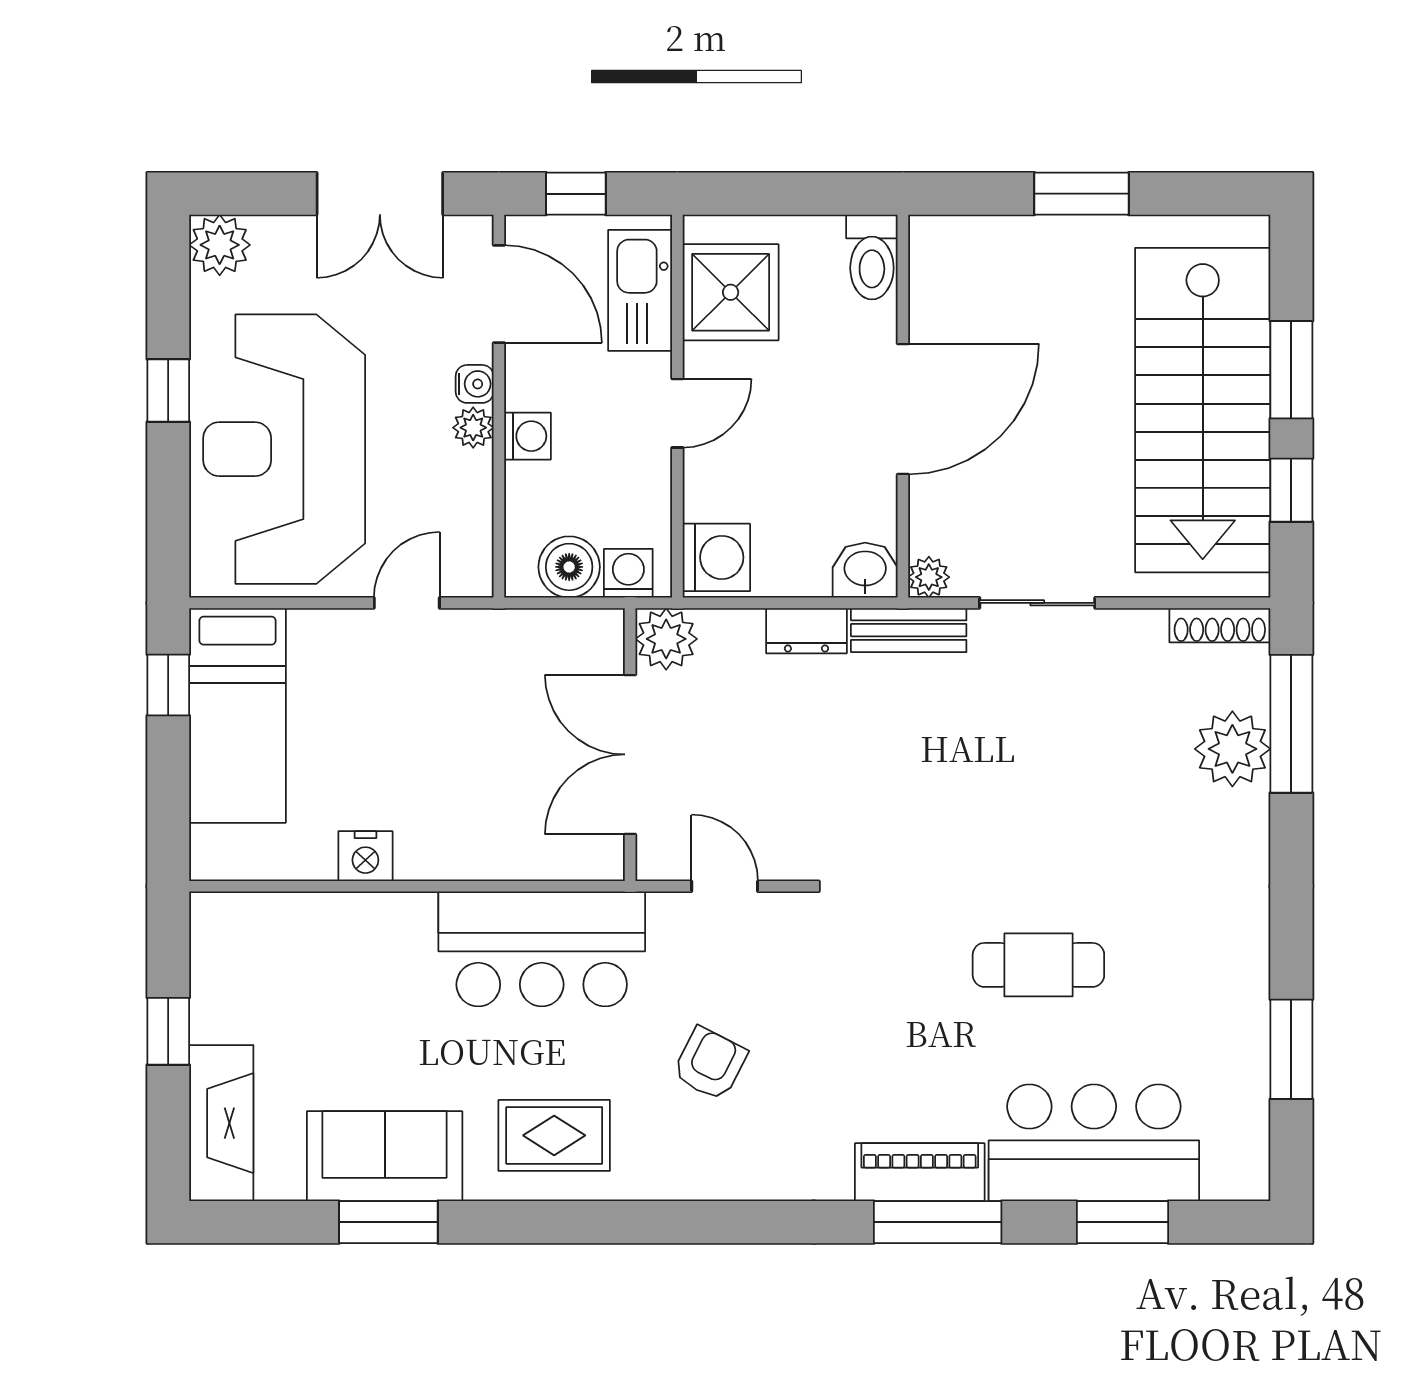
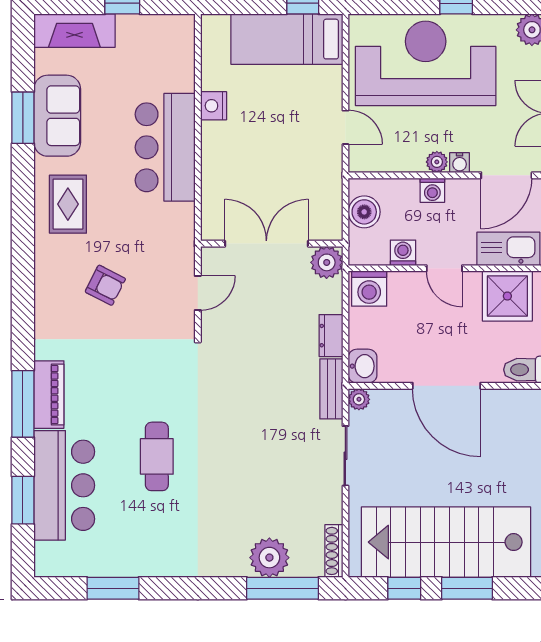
washing machine: (628, 573) -> (403, 253), moved, turned -90
bar counter: (542, 949) -> (165, 147), moved

